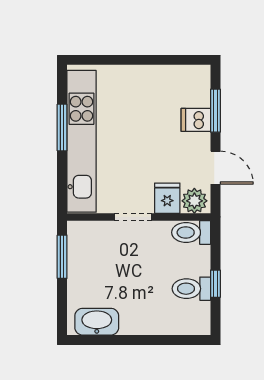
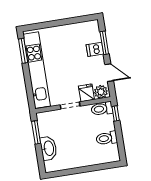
window: (62, 128) -> (23, 51), moved
window: (215, 284) -> (116, 113), moved
washbasin: (97, 322) -> (48, 148), moved, turned 90

